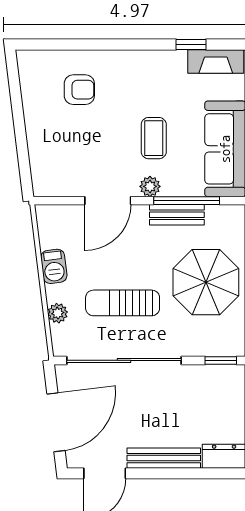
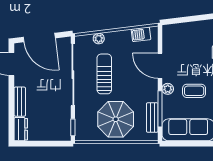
bench: (177, 215) -> (152, 117), moved
barbecue: (54, 266) -> (141, 34), moved
bench: (164, 458) -> (20, 102), width x0.73

